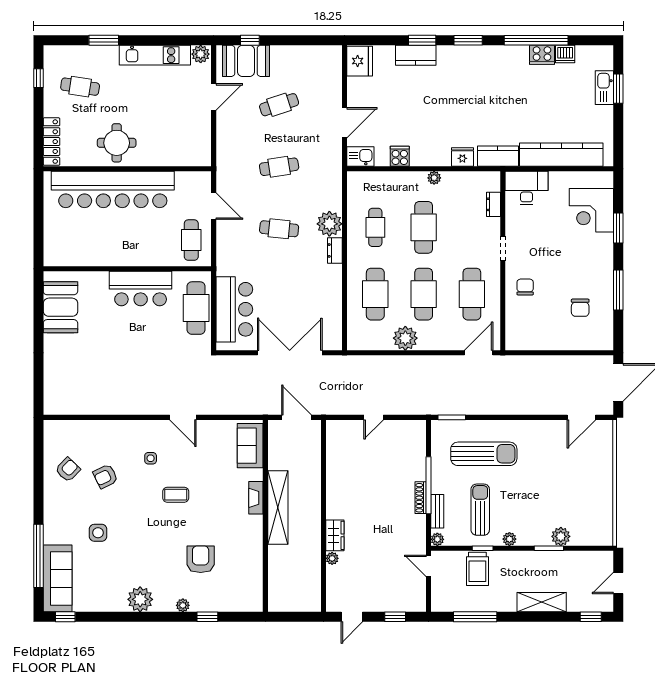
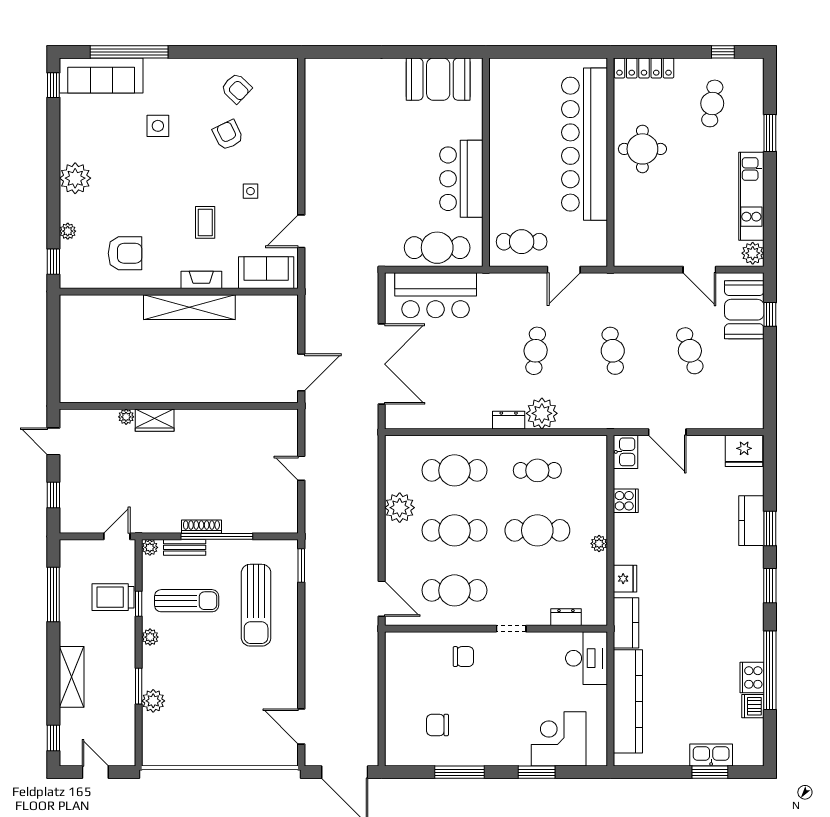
sofa: (250, 446) -> (266, 273), moved
fireplace: (256, 498) -> (201, 280), moved
shelving: (278, 507) -> (189, 307), moved
wall: (265, 516) -> (179, 292), moved

